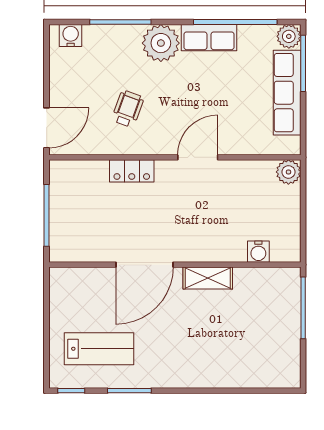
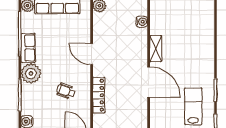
locker: (132, 171) -> (99, 95), width x1.53

